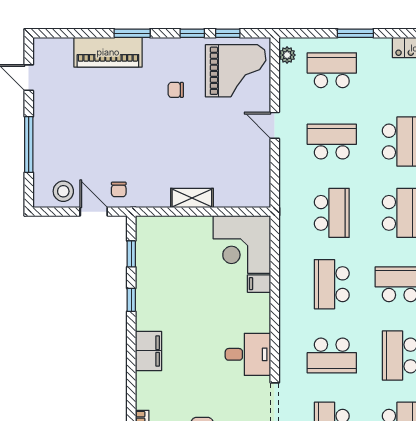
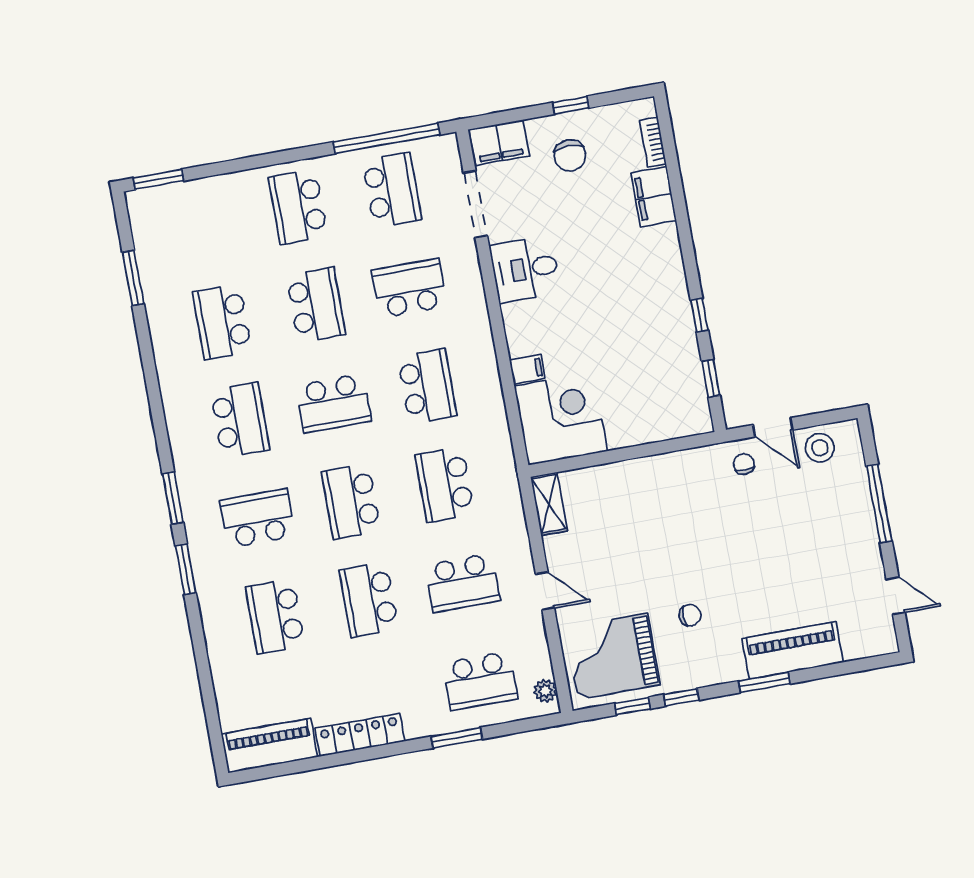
shelving: (192, 198) -> (549, 504), moved, turned 90
filing cabinet: (148, 351) -> (654, 197), moved

